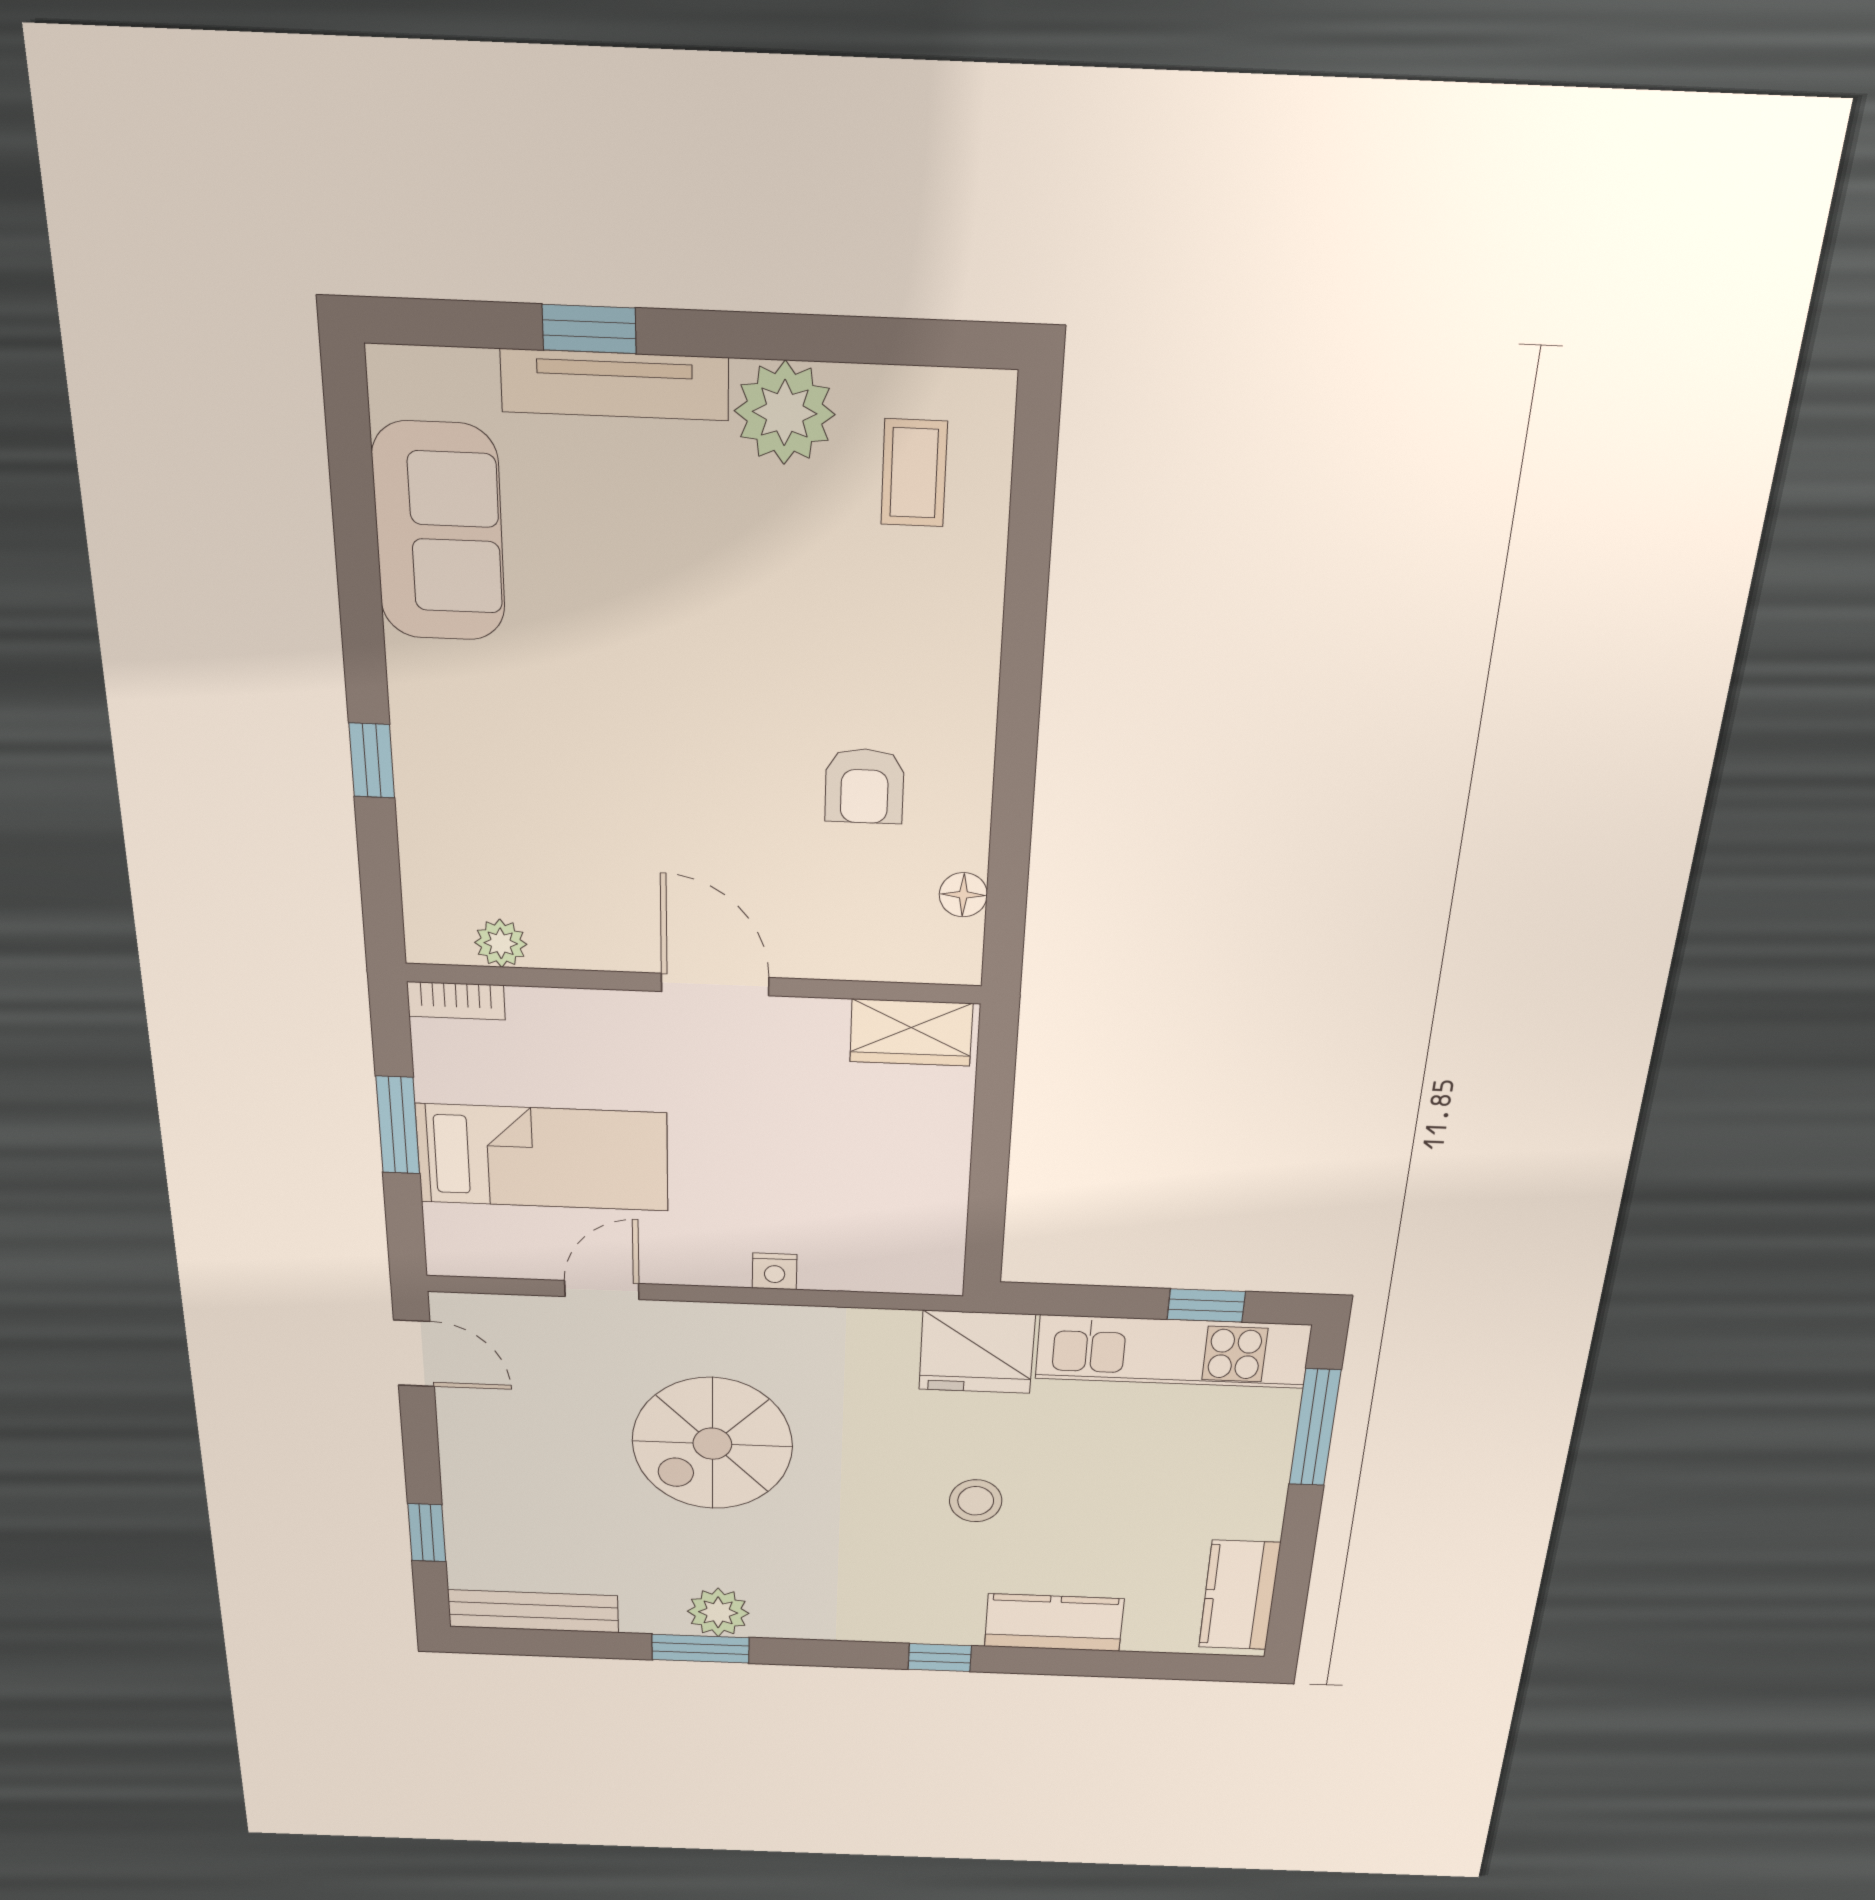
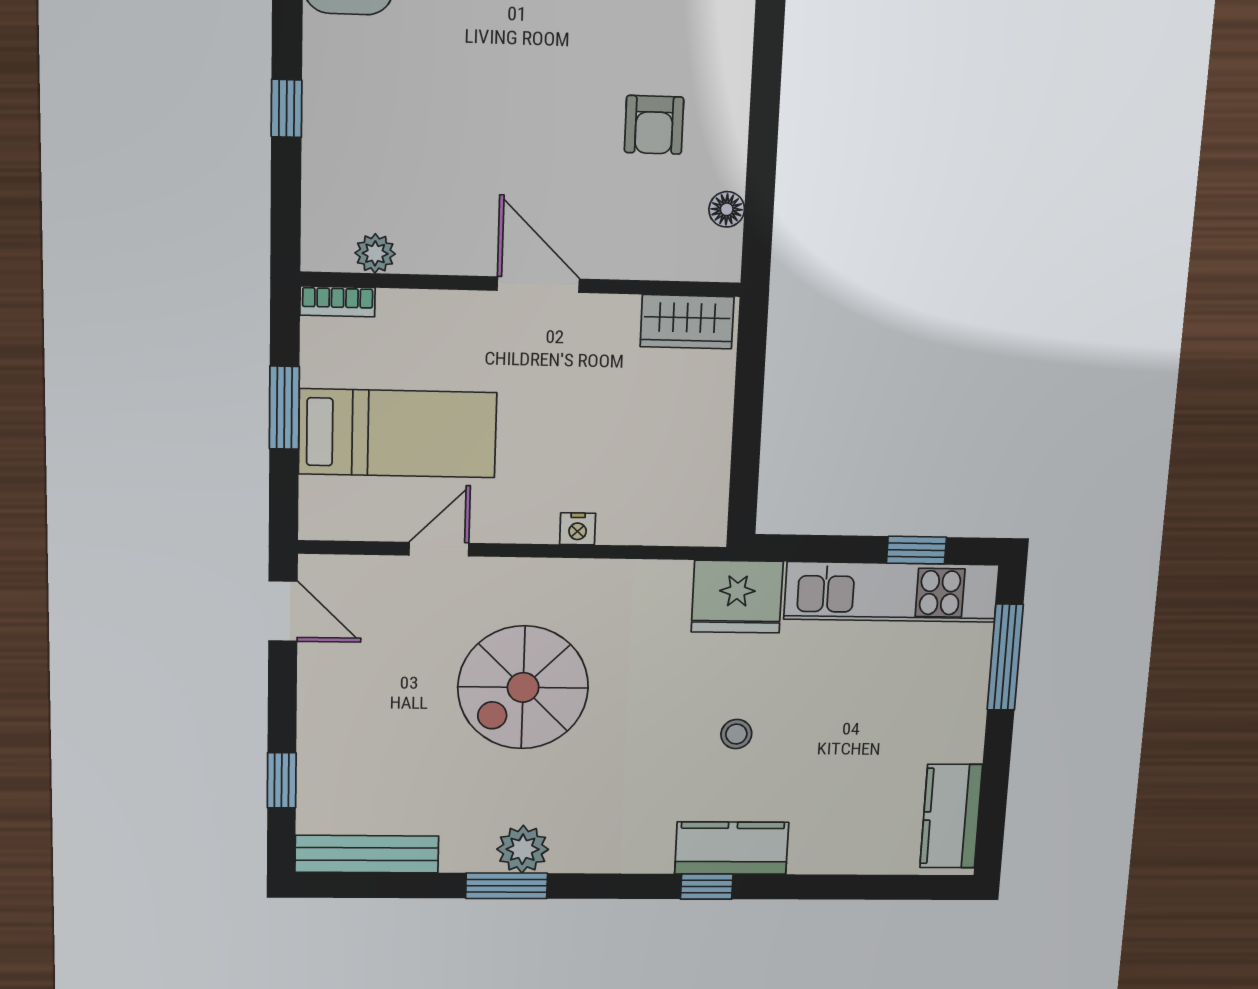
stool: (976, 1501) -> (736, 734), width x0.73, depth x0.73
kitchen counter: (1054, 1623) -> (732, 848), moved

